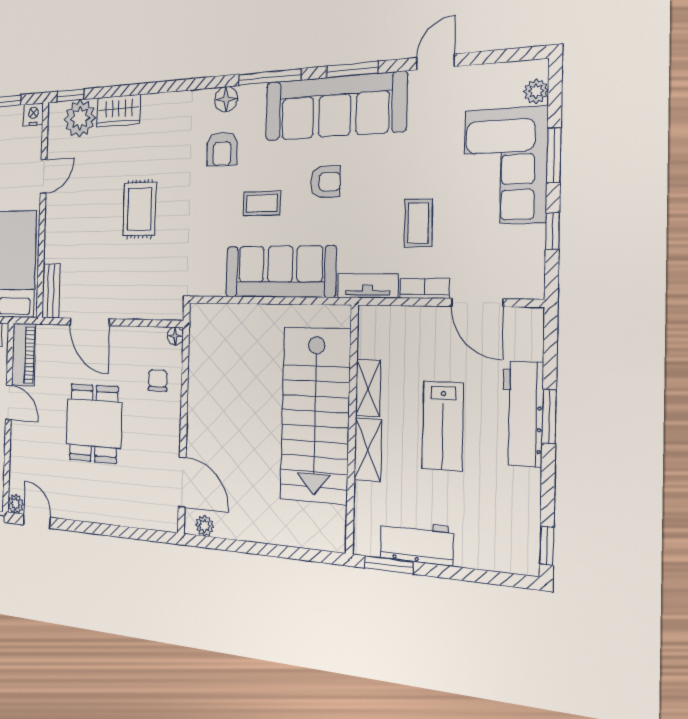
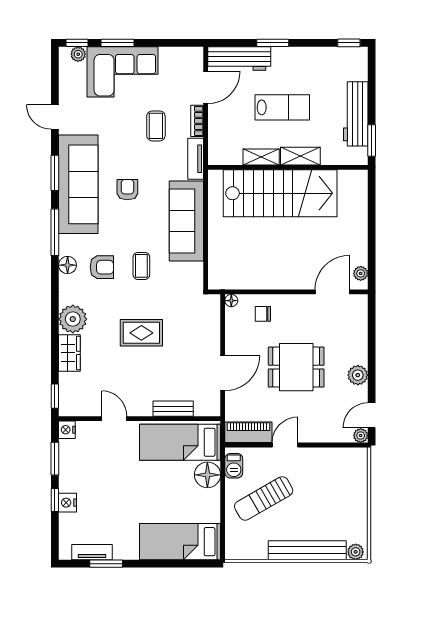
plant: (80, 118) -> (73, 319), moved
coffee table: (262, 203) -> (141, 266), moved
coffee table: (418, 223) -> (156, 126), turned 90
window: (552, 231) -> (77, 43), moved
bench: (51, 291) -> (173, 409), moved
workbench: (523, 414) -> (239, 58), moved
plant: (82, 508) -> (358, 375), added
workbench: (417, 543) -> (356, 114), width x1.38

